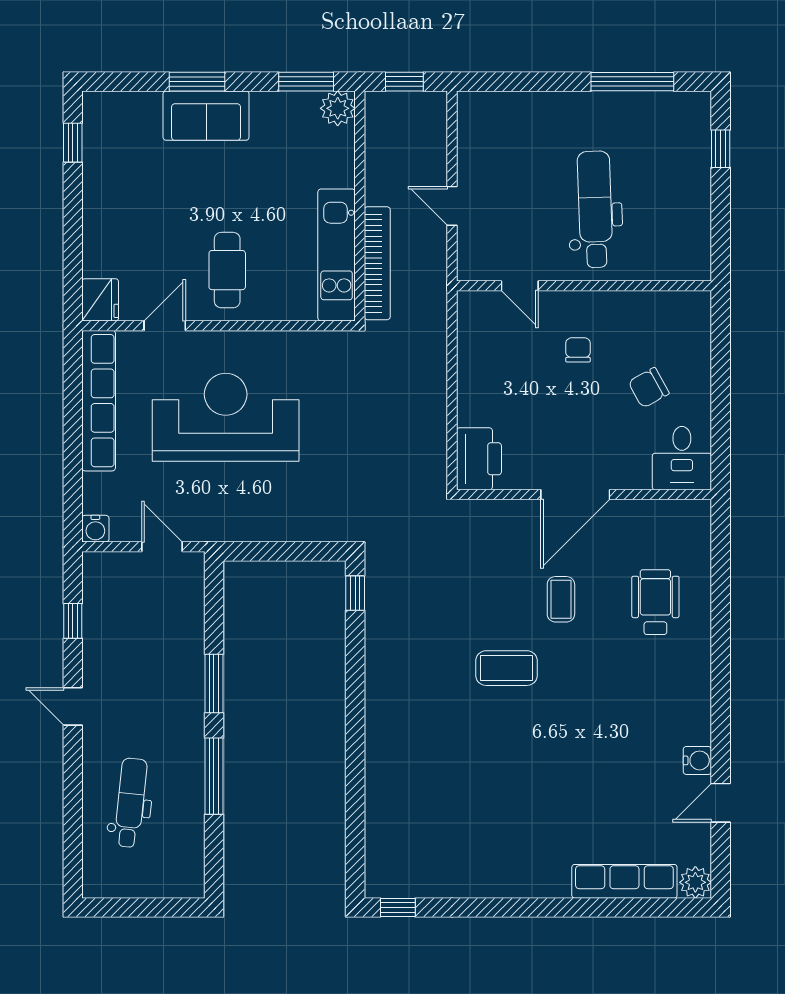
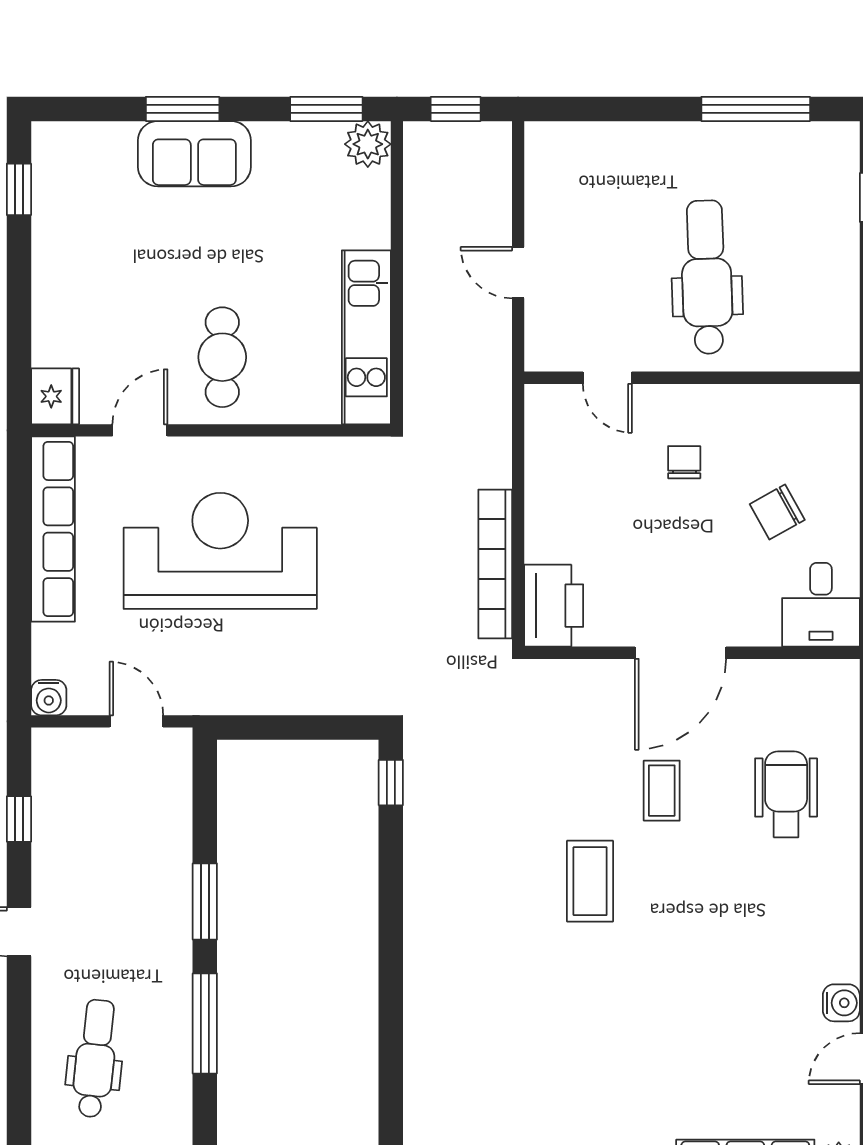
bookcase: (377, 263) -> (495, 564), moved, turned 180
coffee table: (506, 668) -> (590, 881), turned 90

